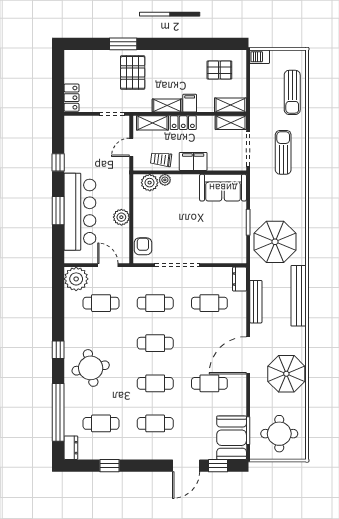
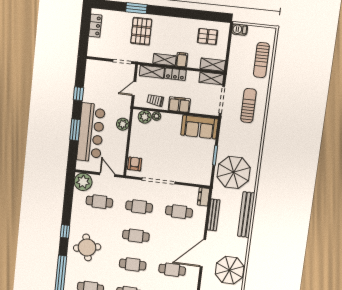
locker: (72, 98) -> (95, 26), moved
plant: (121, 217) -> (123, 124), moved

